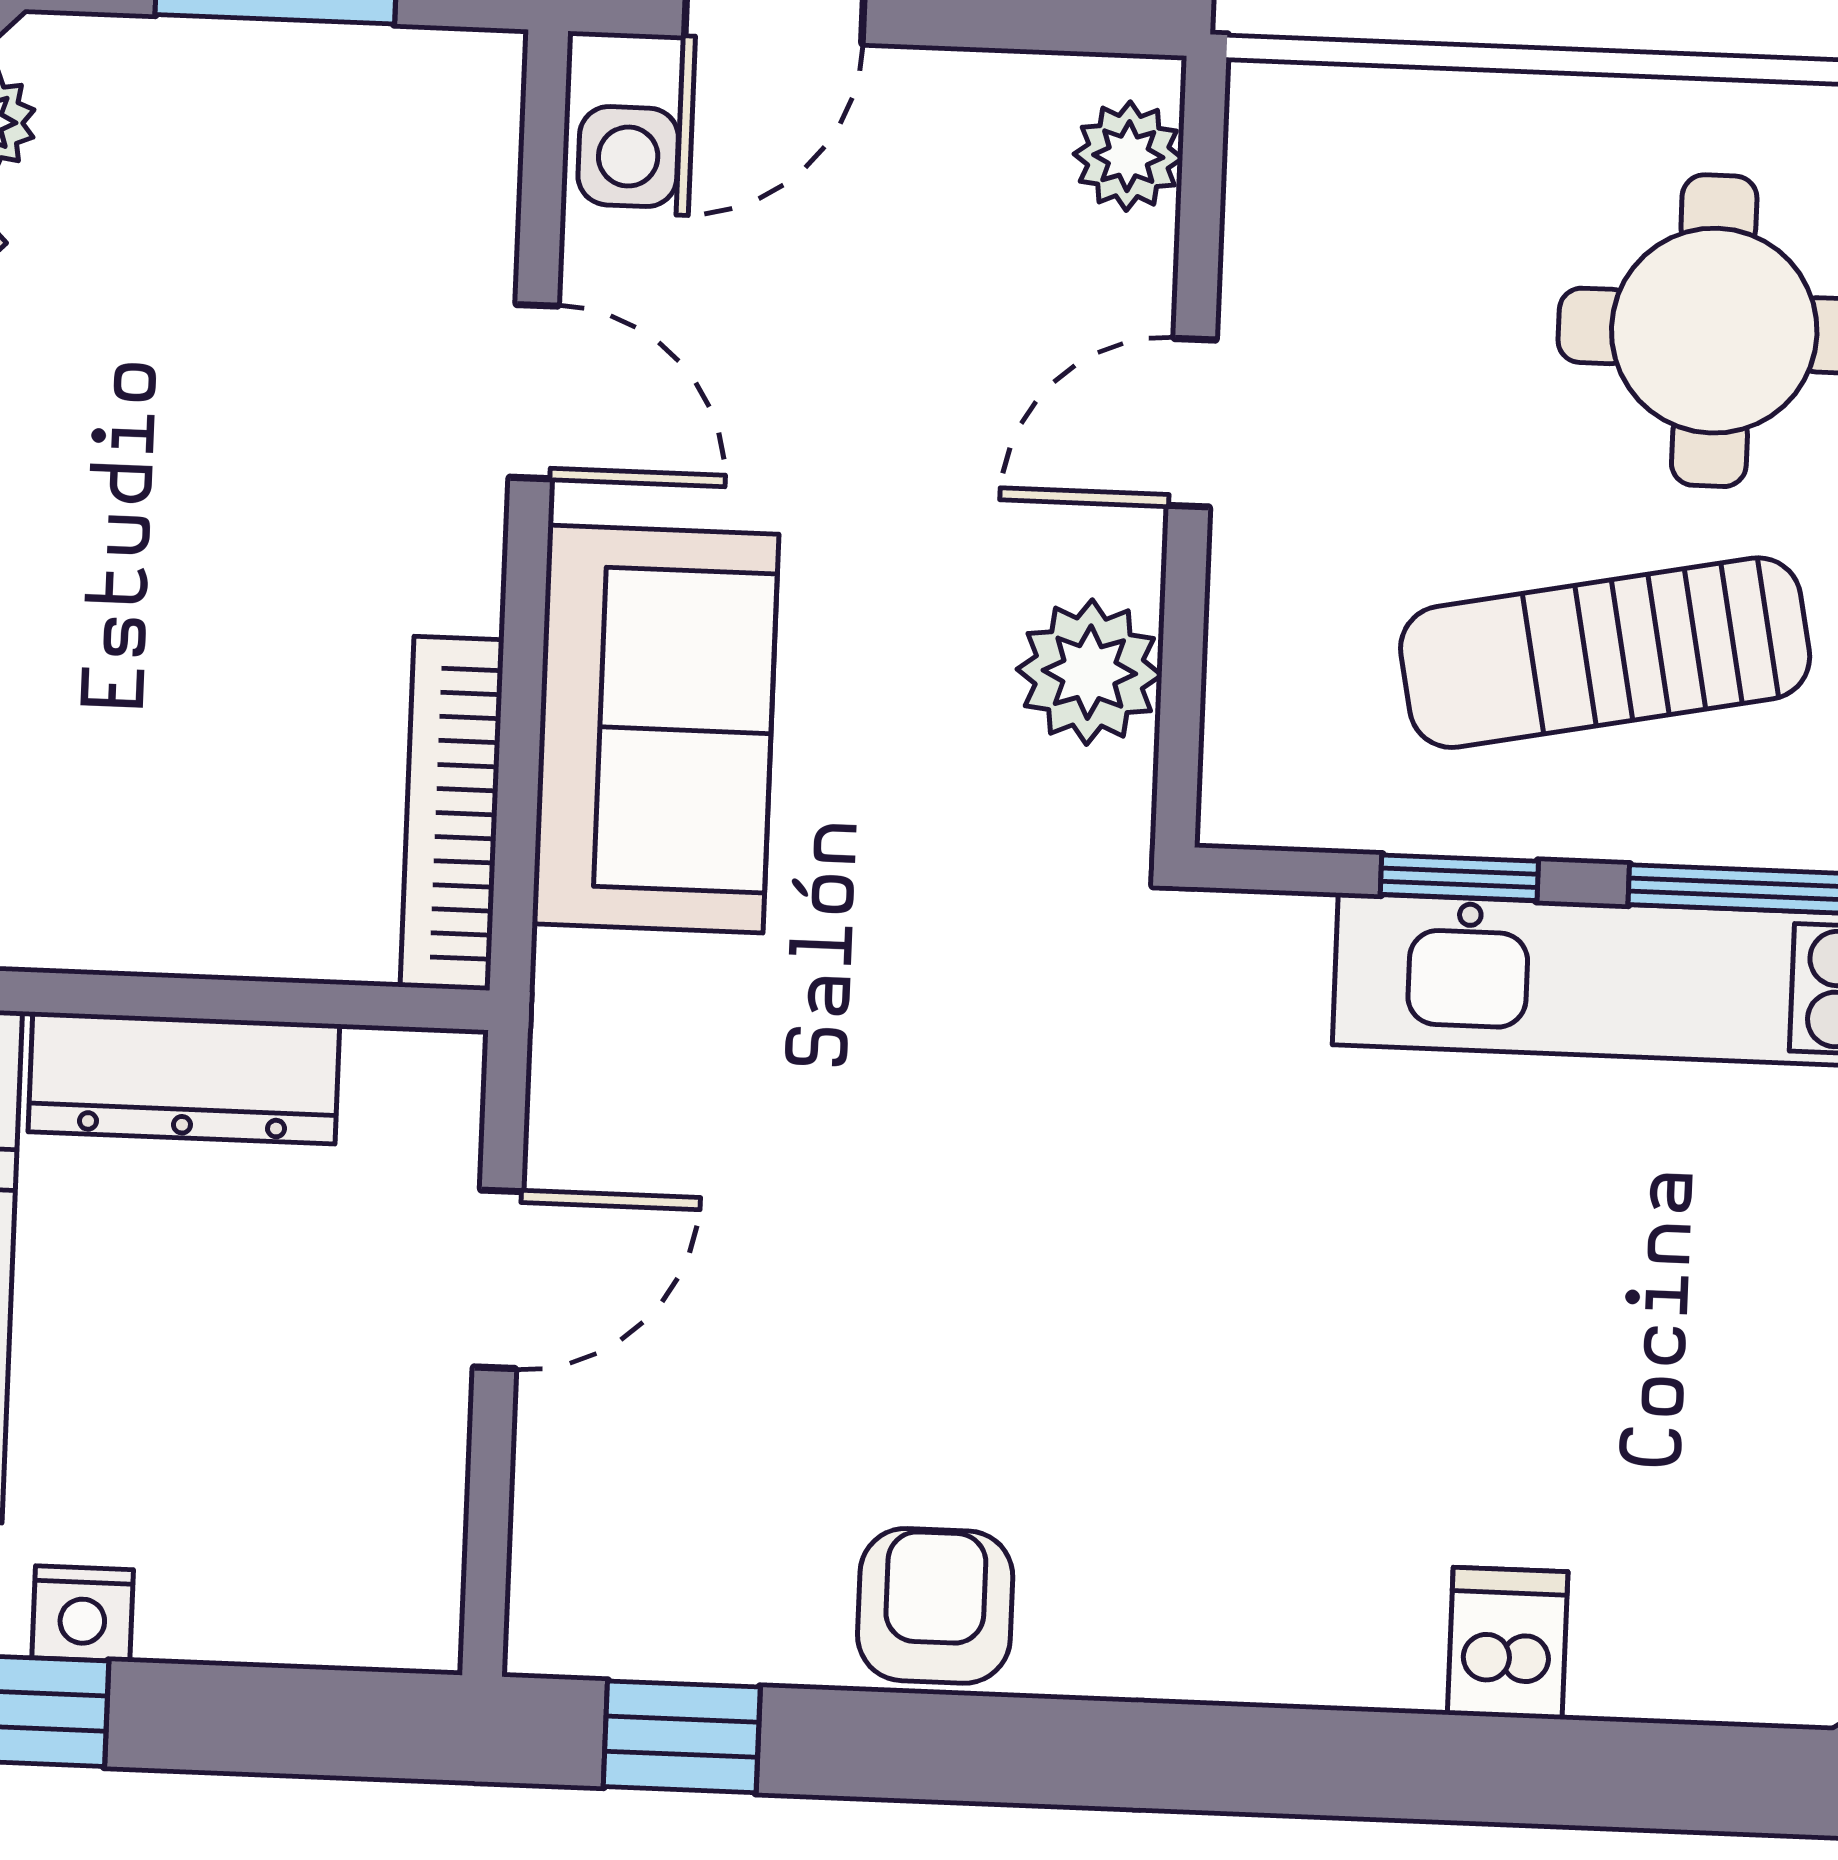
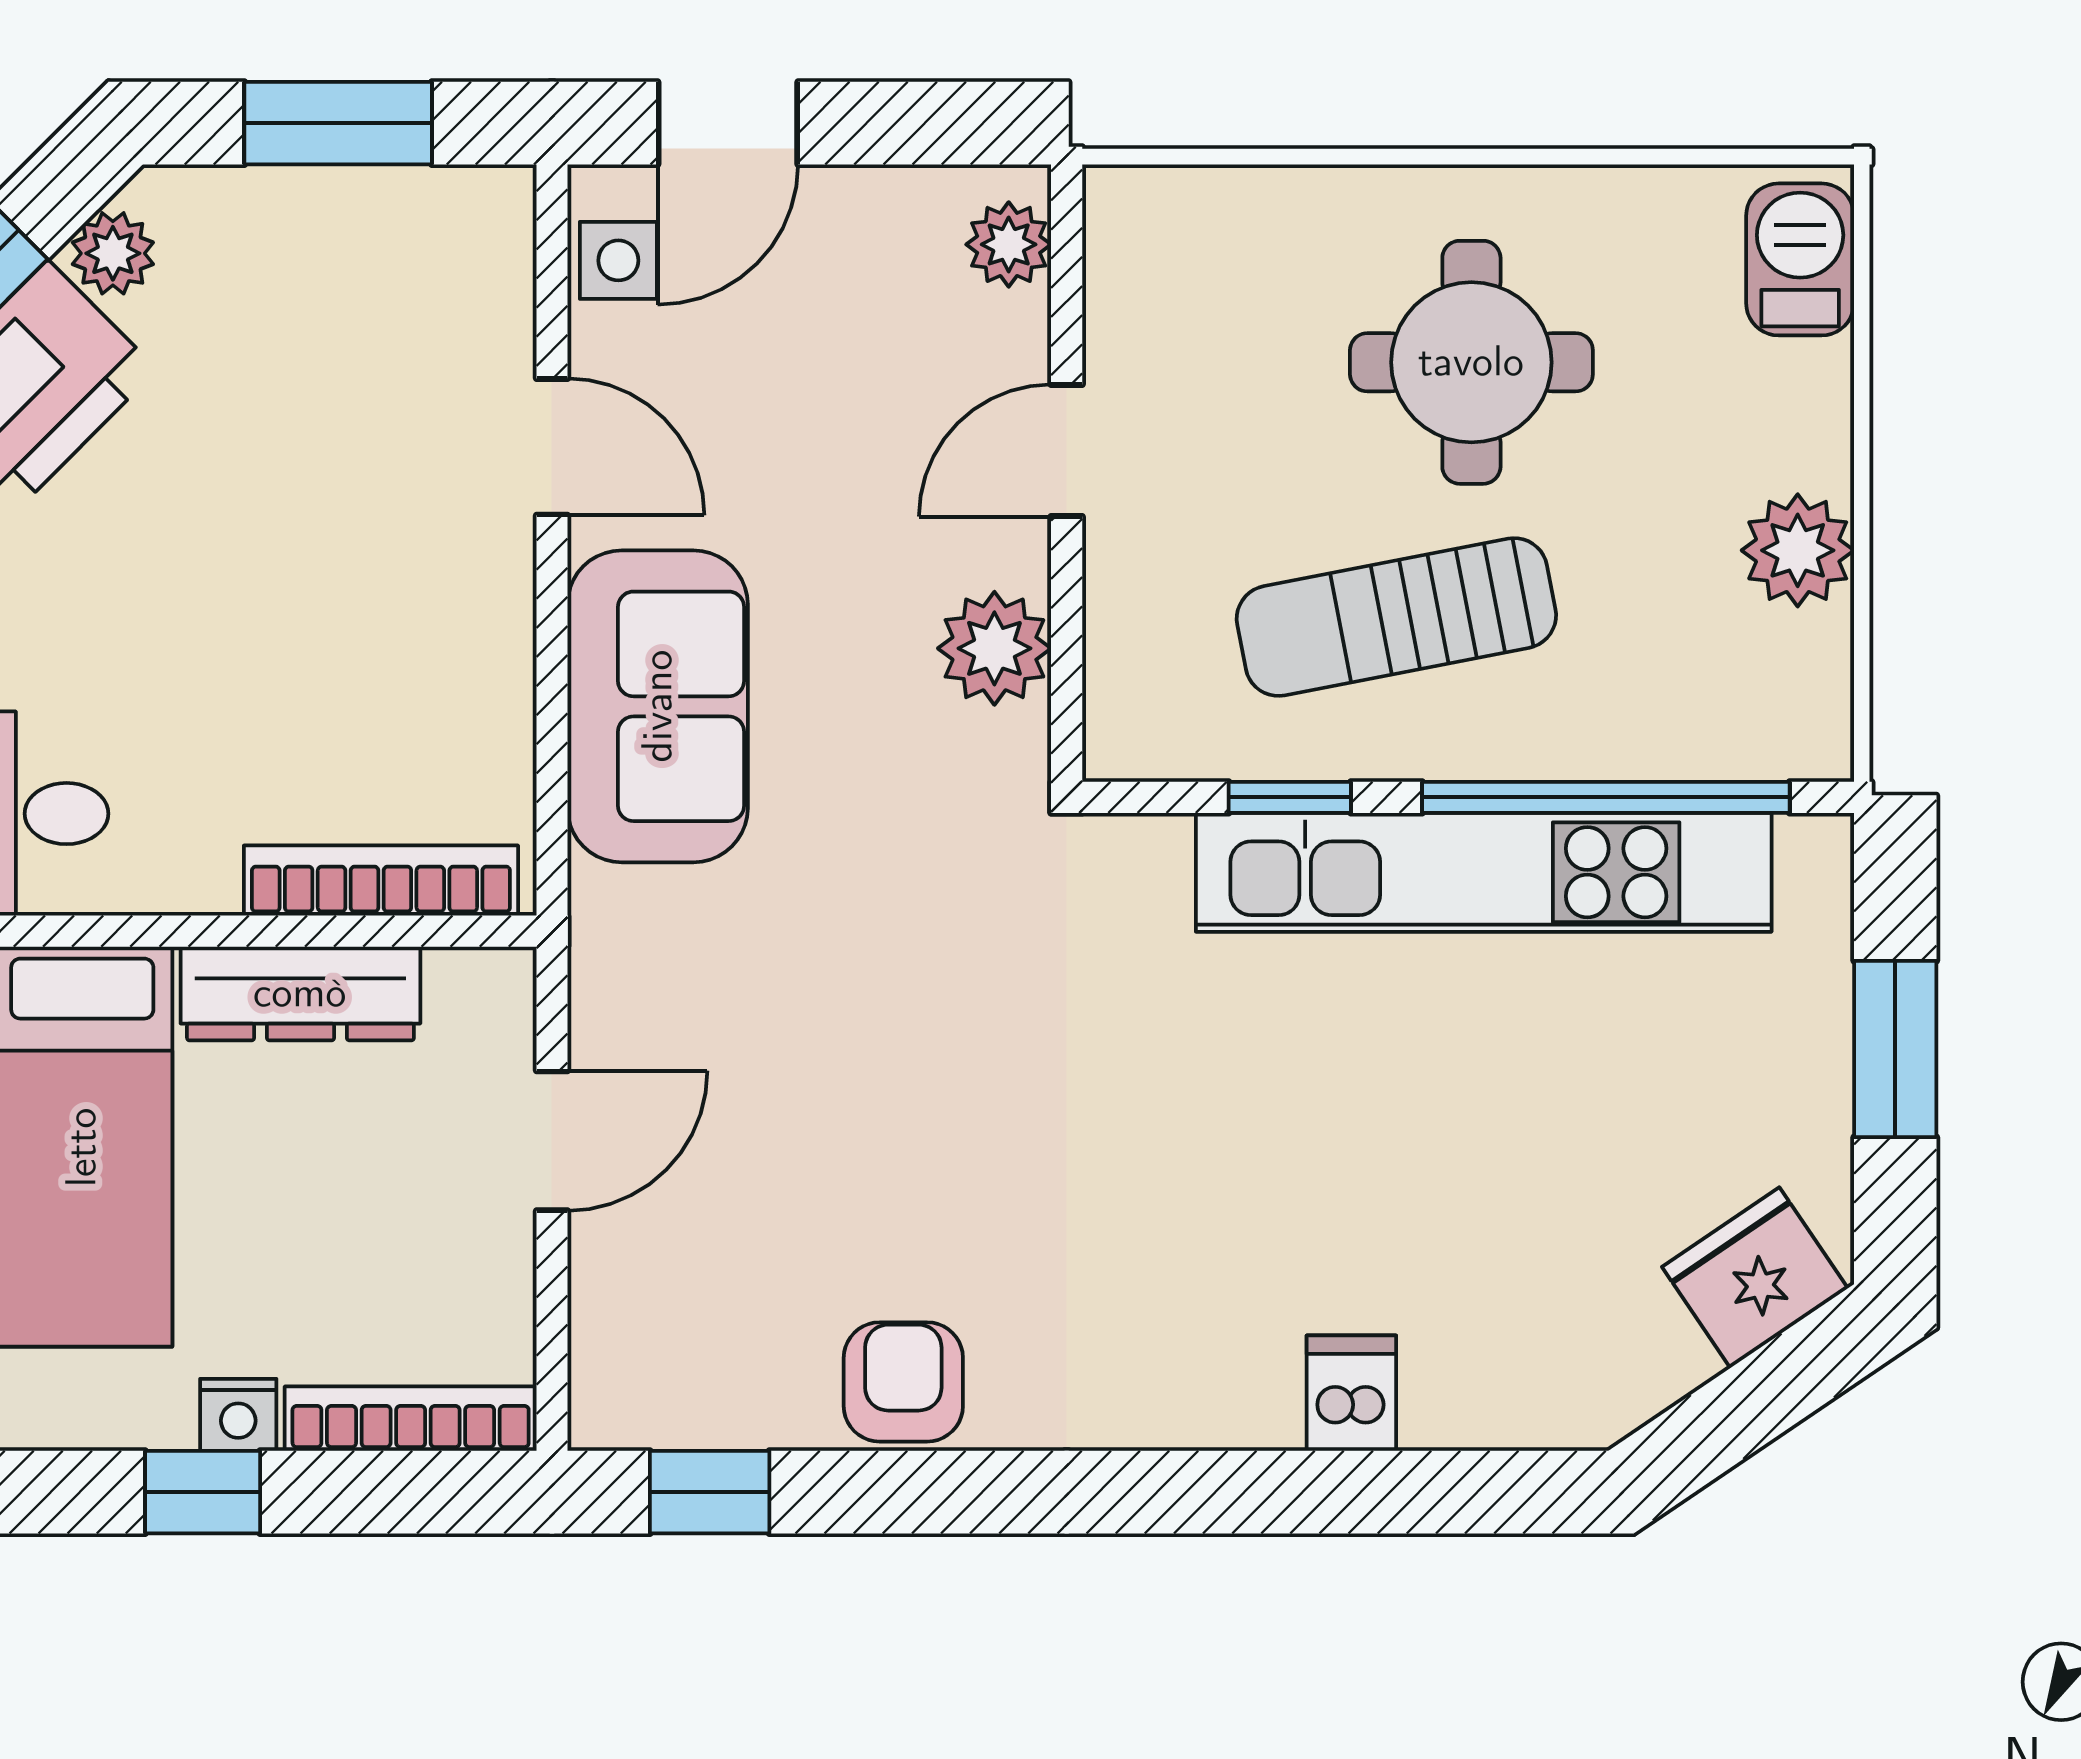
bookcase: (452, 813) -> (381, 881), moved, turned 90
bookcase: (303, 1628) -> (411, 1419), added

